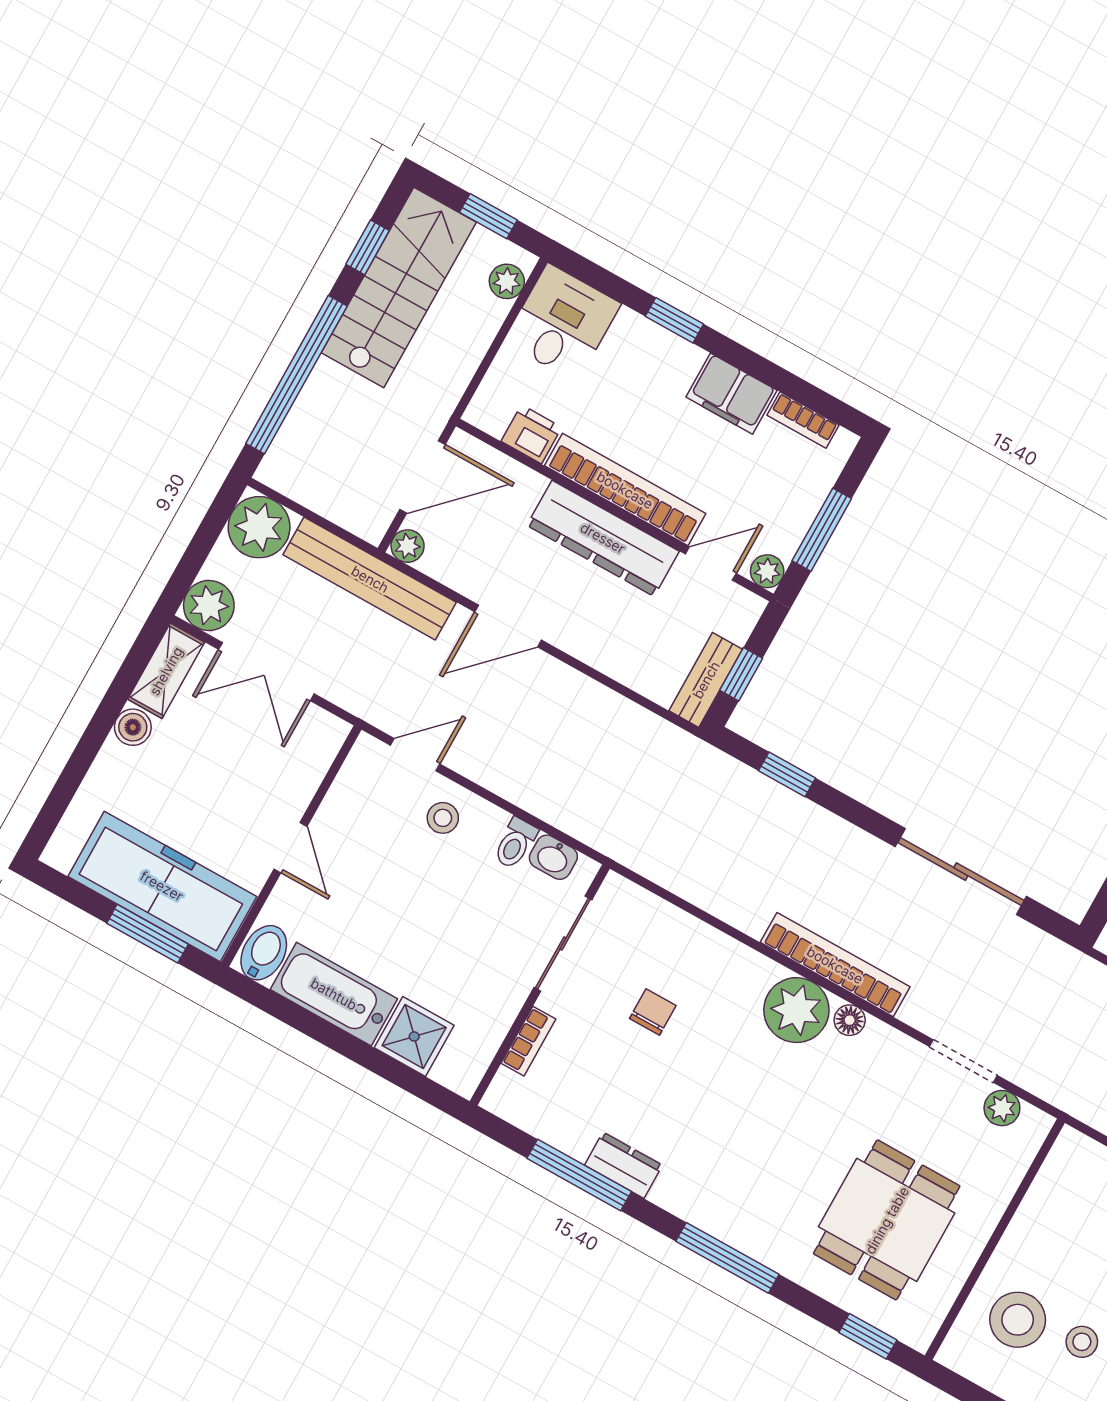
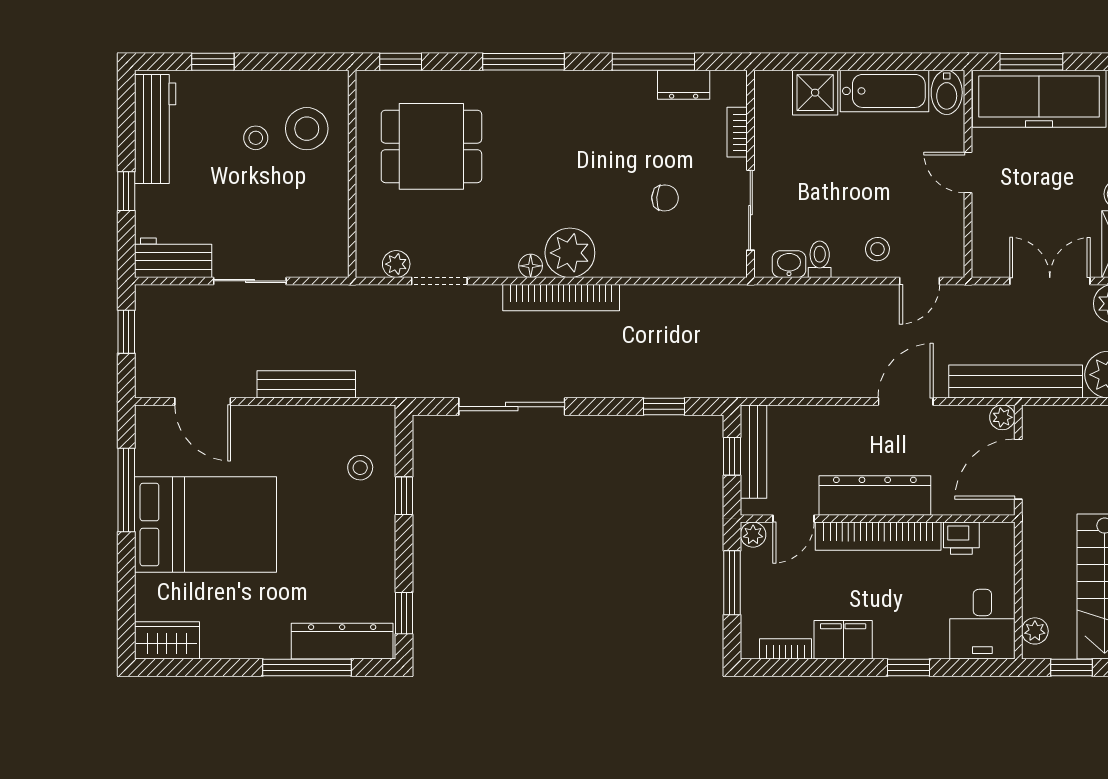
bench: (706, 680) -> (754, 452), width x1.36
chair: (653, 1012) -> (665, 198), turned -87
dresser: (623, 1165) -> (684, 85), moved
dining table: (887, 1220) -> (431, 146), turned 90

